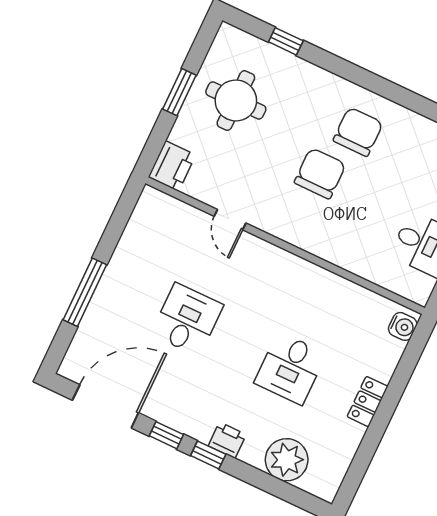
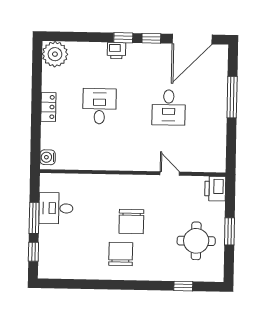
chair: (358, 132) -> (121, 254), turned 180
plant: (287, 460) -> (55, 54), moved

